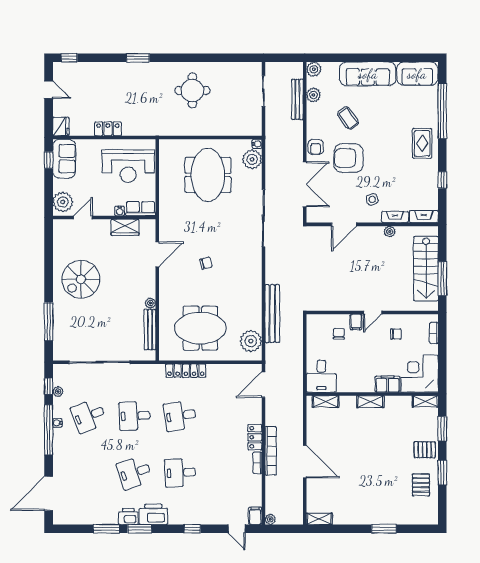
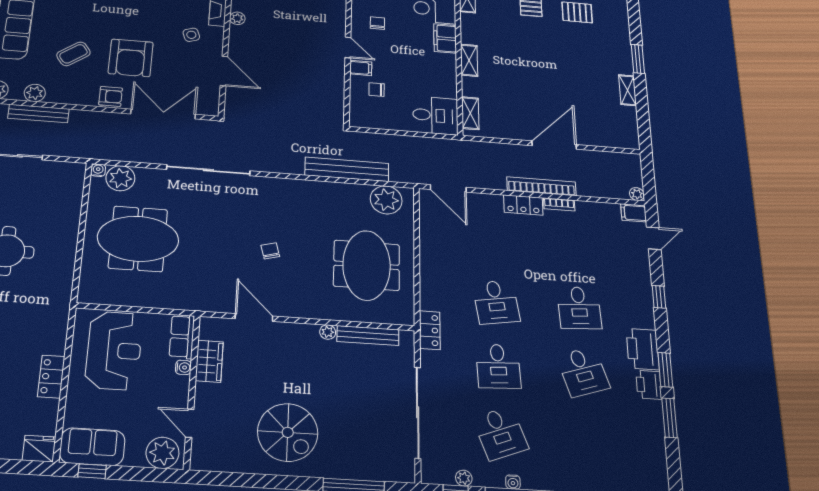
locker: (186, 371) -> (430, 330), moved, width x0.66
shelving: (319, 519) -> (627, 90), moved

